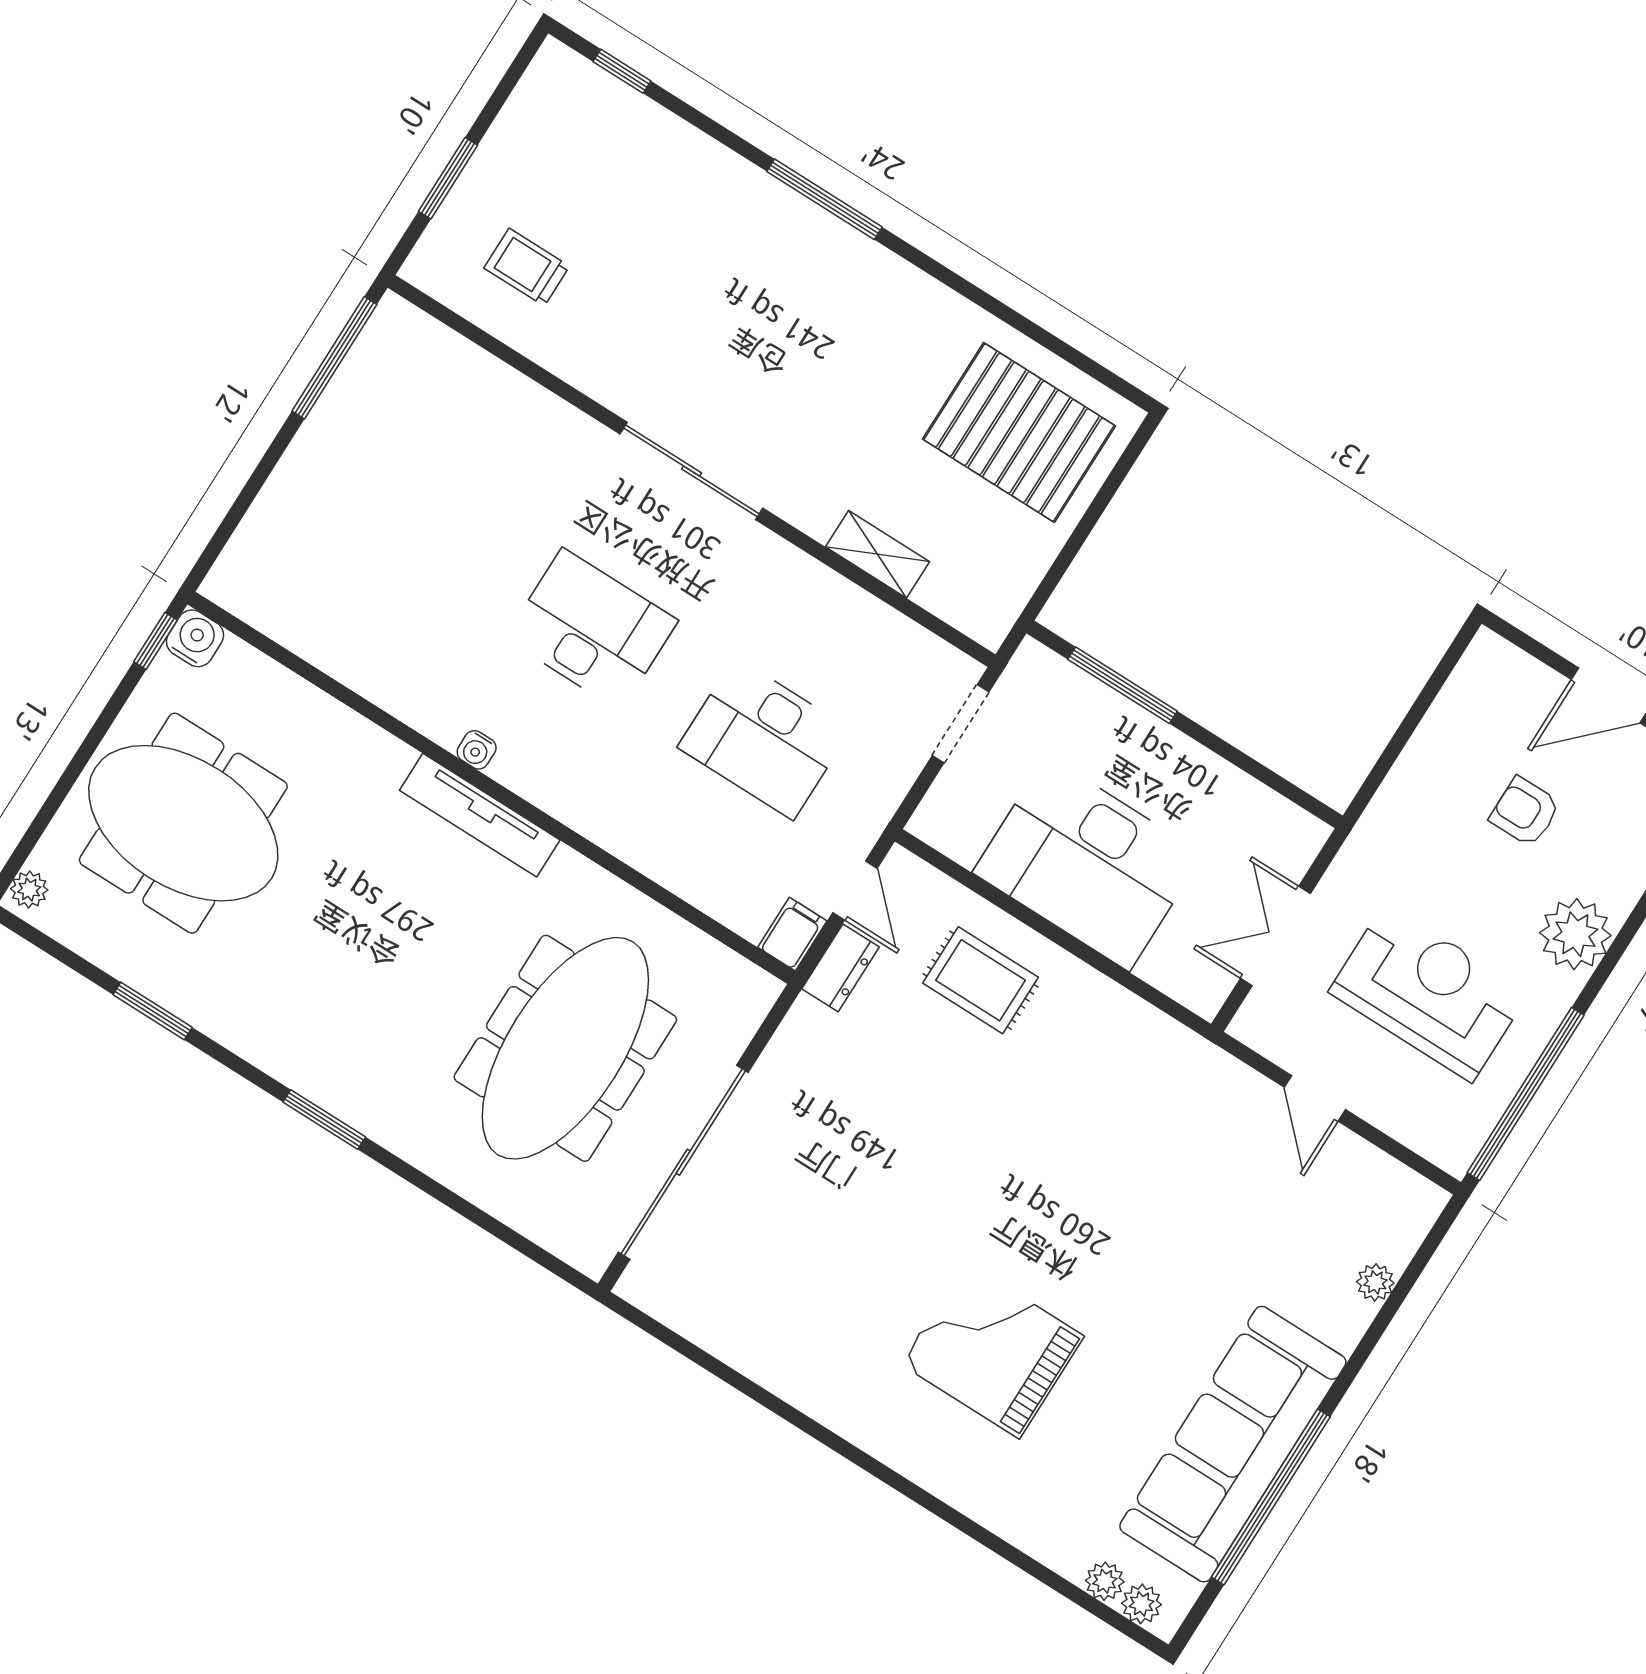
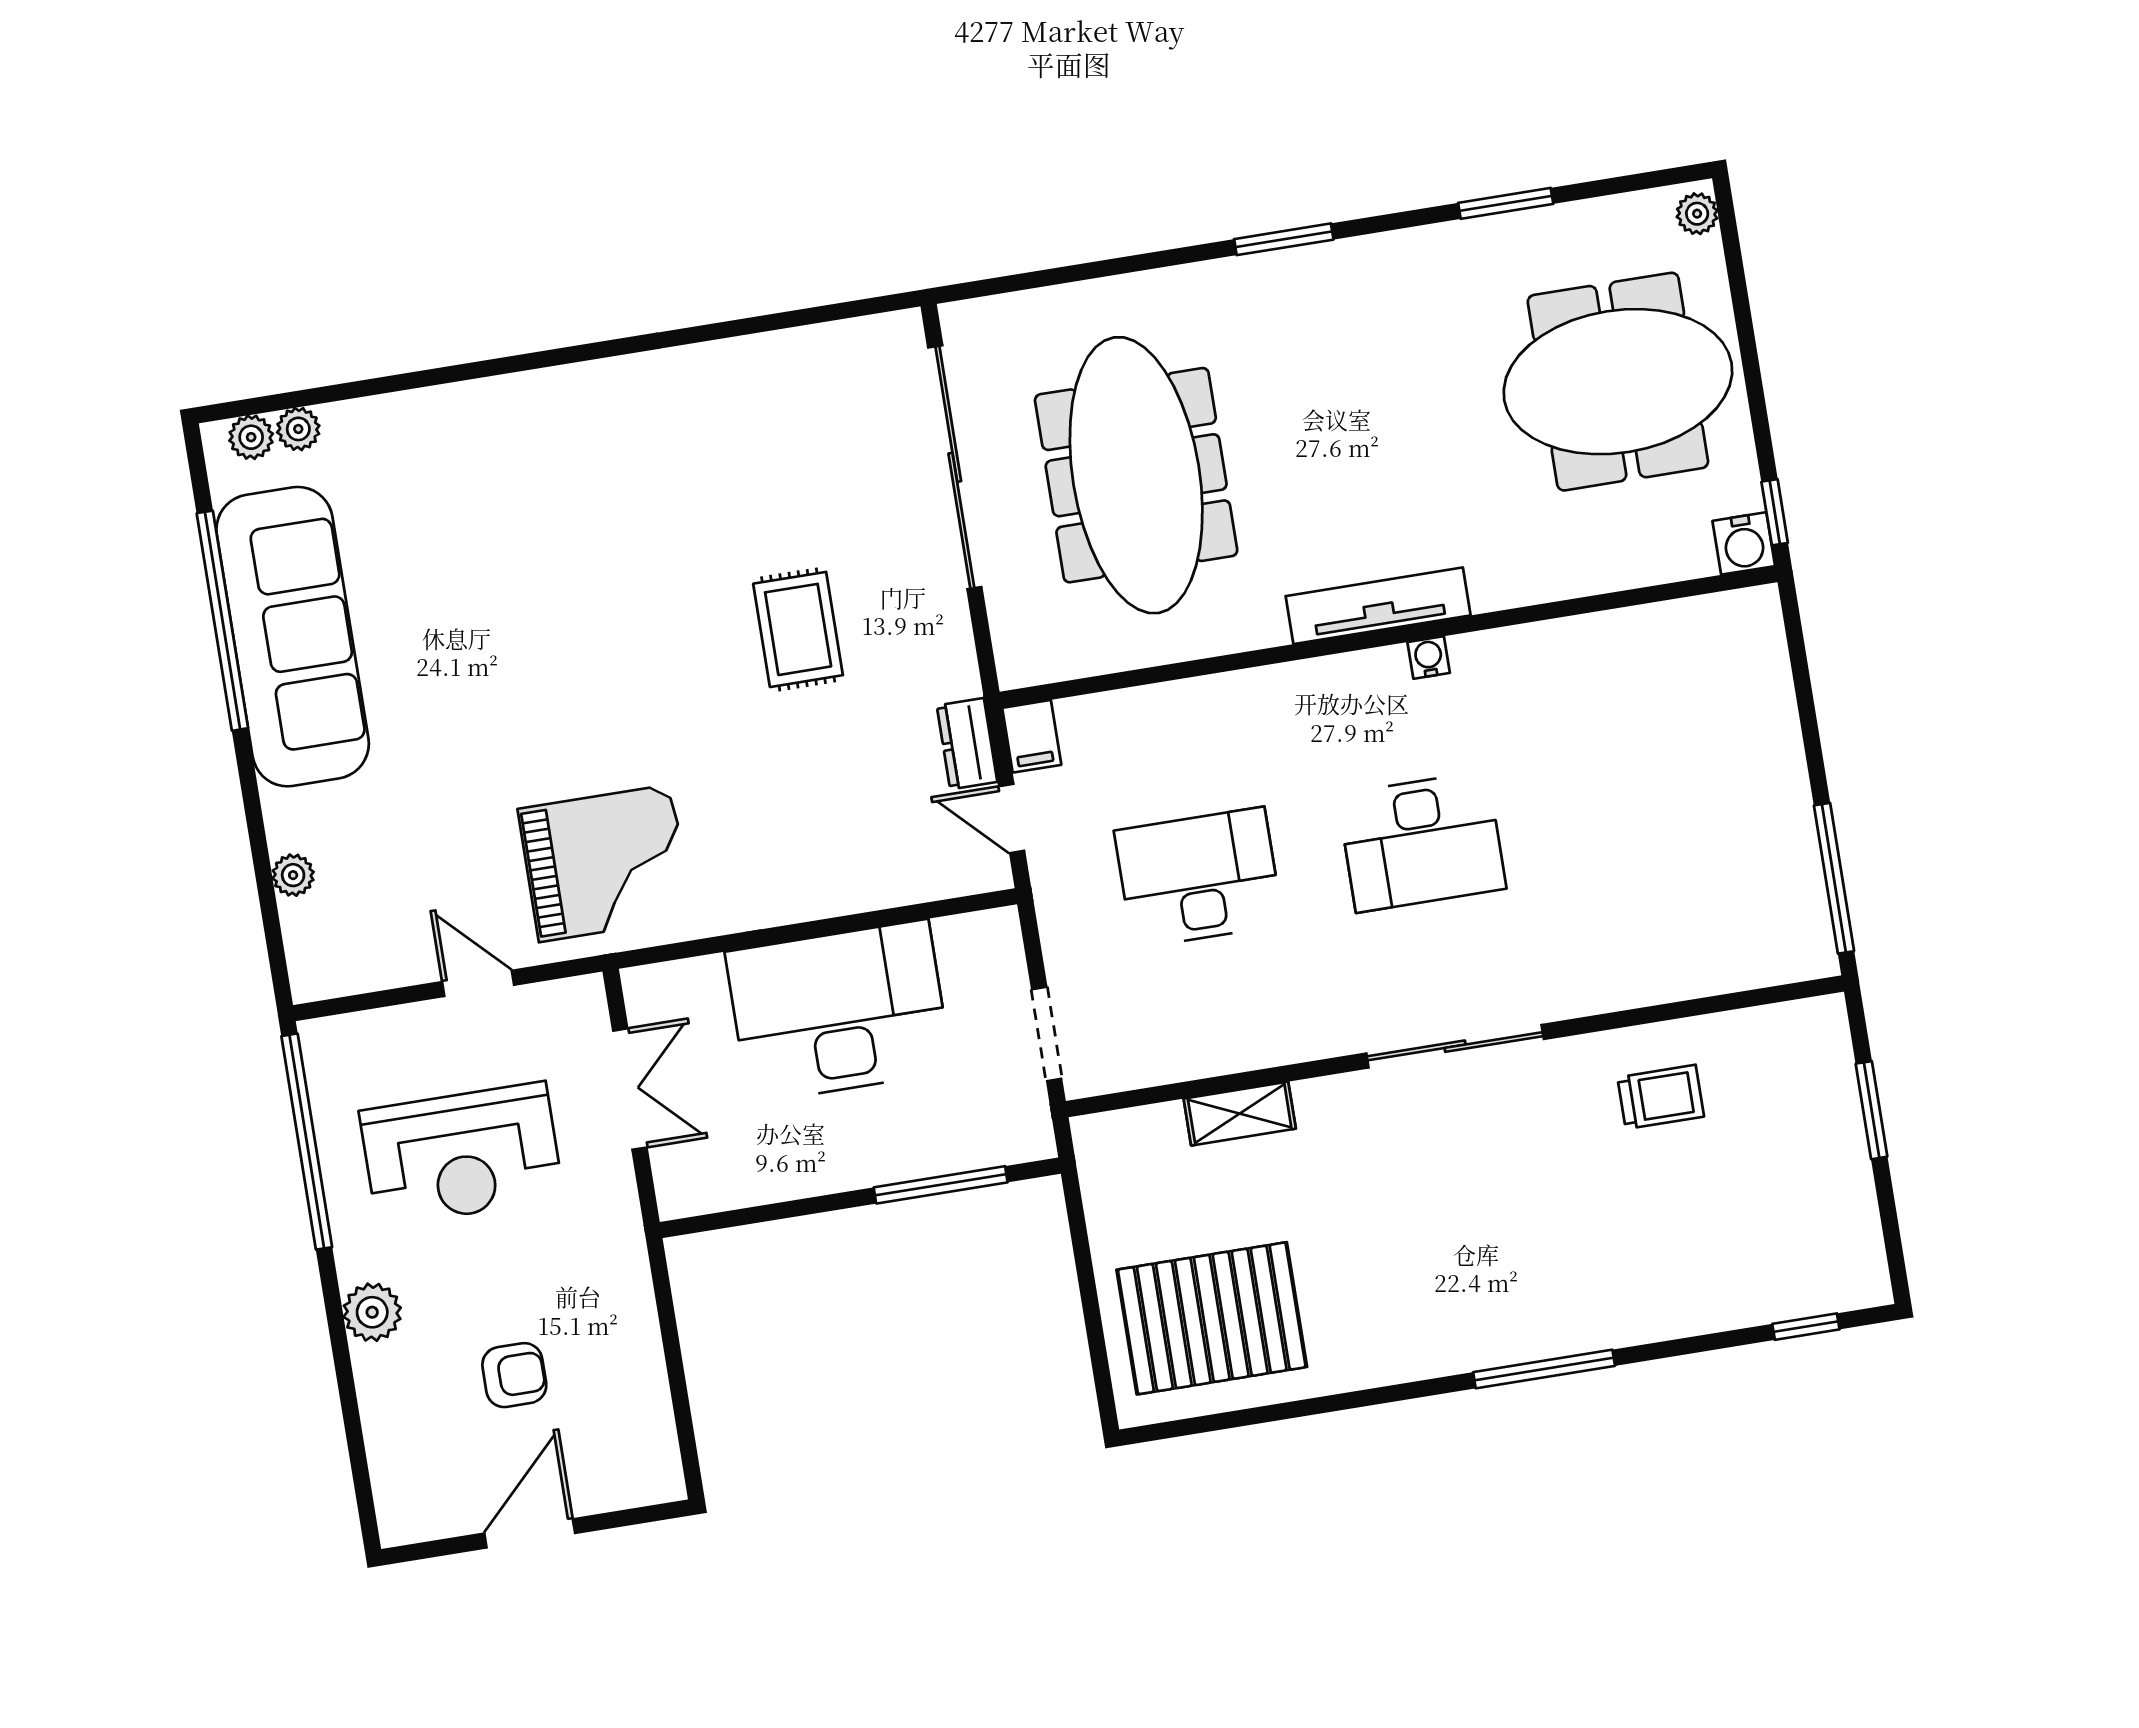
trolley: (527, 267) -> (1661, 1097), moved
plant: (1575, 934) -> (372, 1312), width x0.73, depth x0.73
rug: (980, 980) -> (798, 629), moved, turned 90
grand piano: (992, 1350) -> (605, 863), moved

